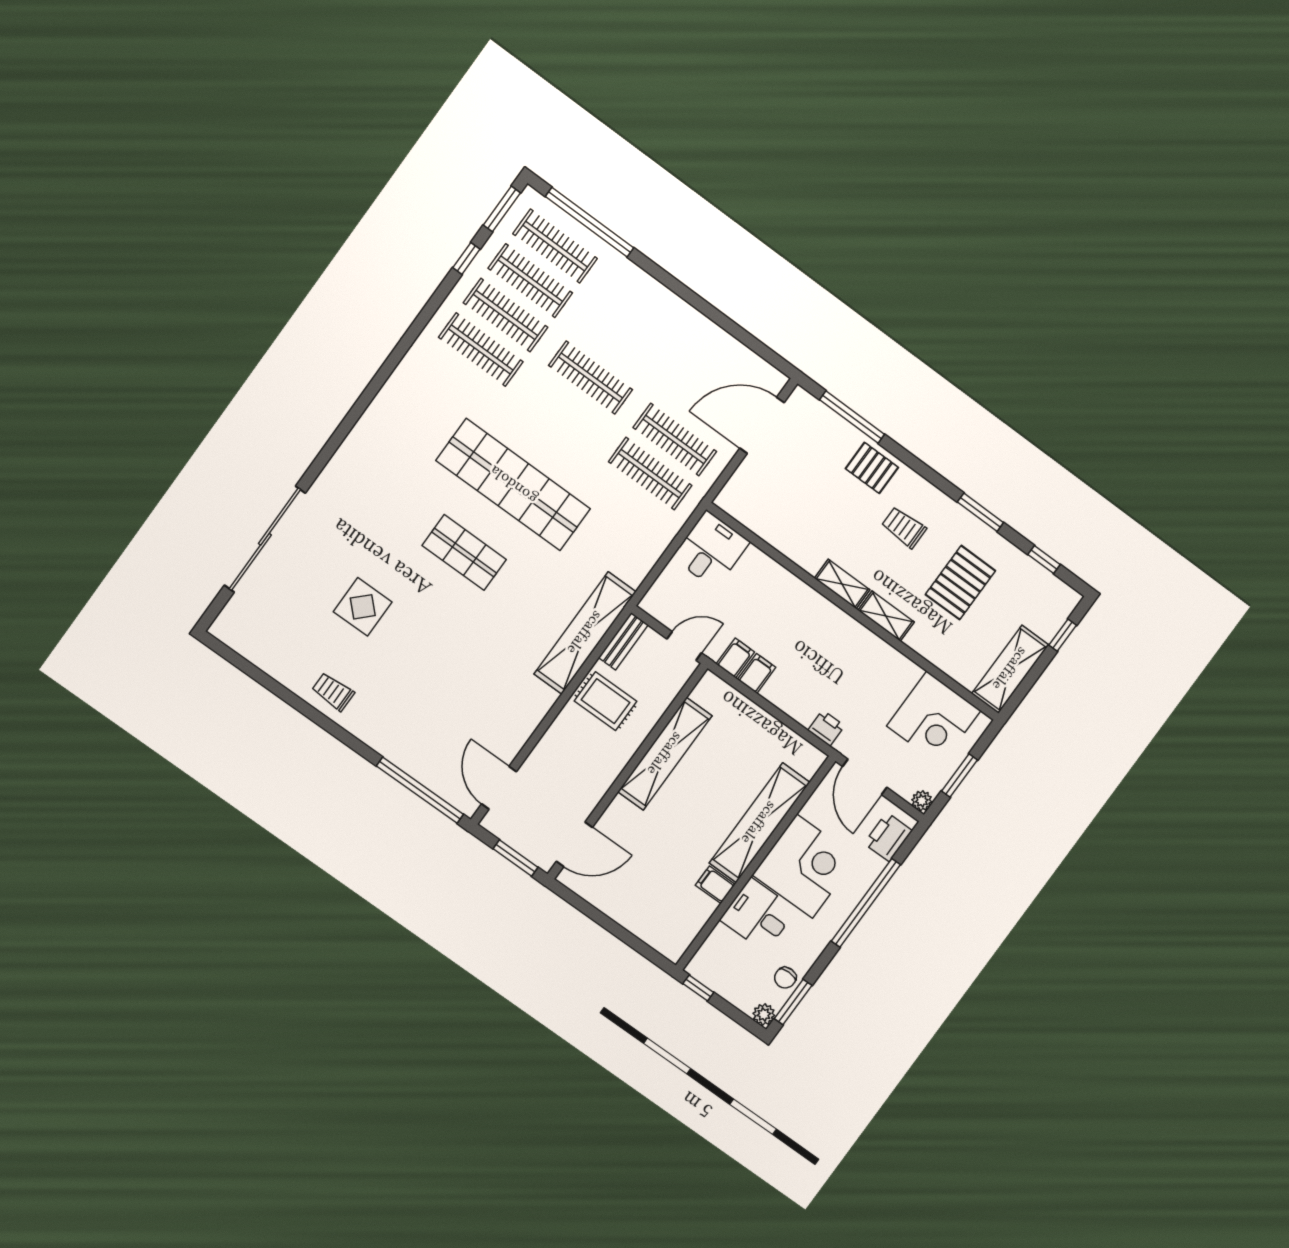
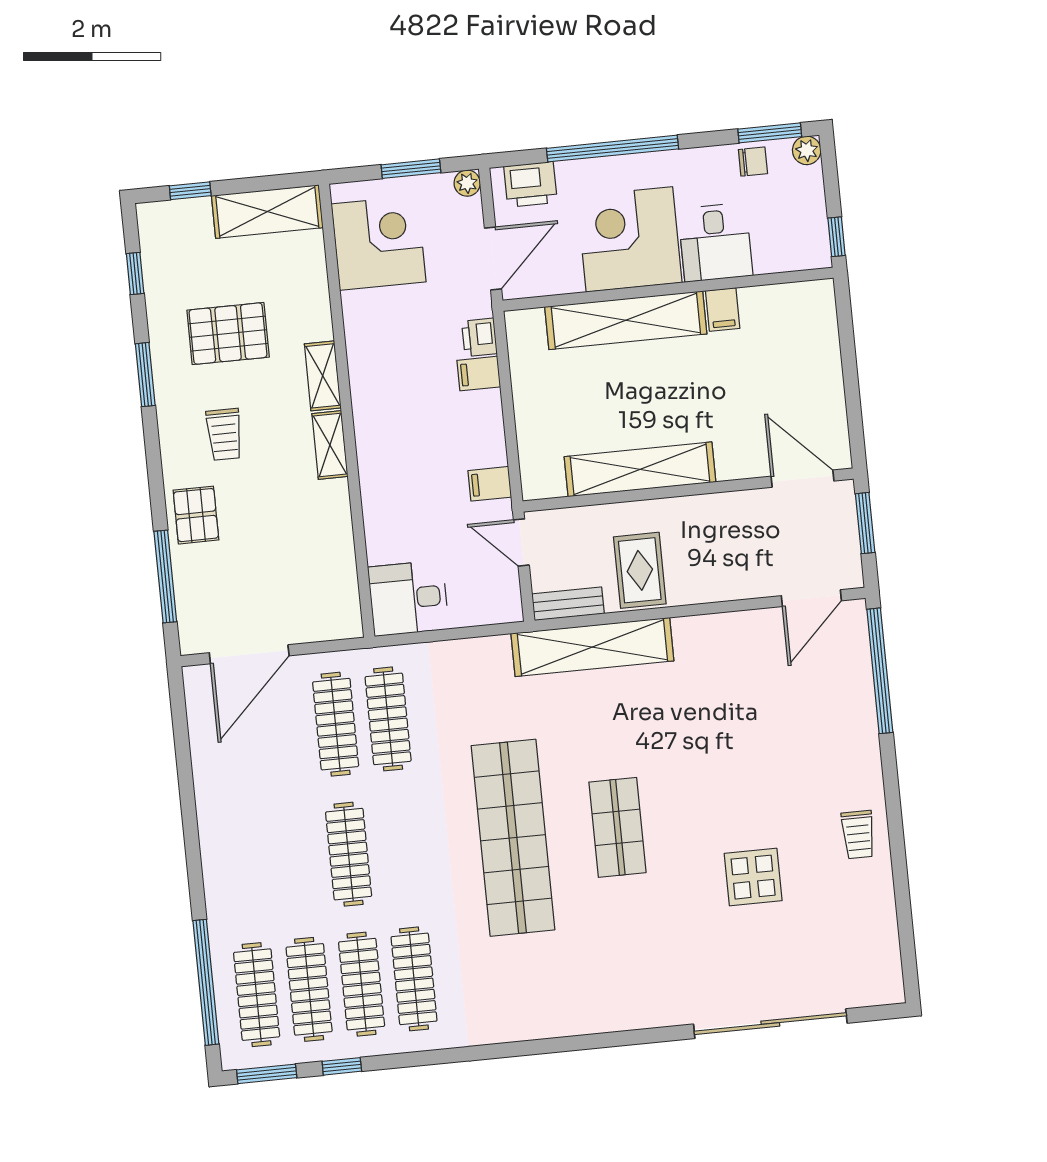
door: (762, 425) -> (249, 654), hinge flipped
filing cabinet: (757, 673) -> (479, 374), moved

